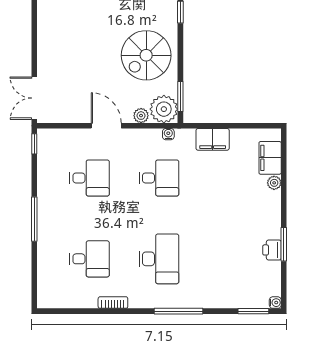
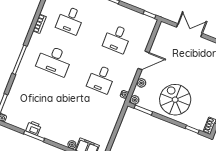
double door: (34, 98) -> (189, 30), moved
plant: (164, 109) -> (135, 100), width x0.53, depth x0.53
filing cabinet: (213, 139) -> (111, 119), removed

